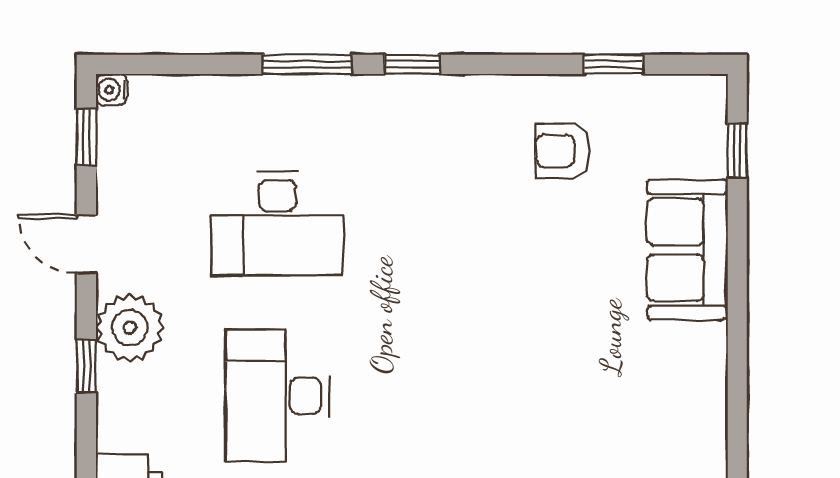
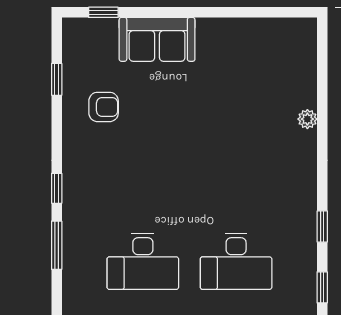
armchair: (563, 151) -> (104, 107), turned -90
desk: (277, 224) -> (143, 261), turned 90

